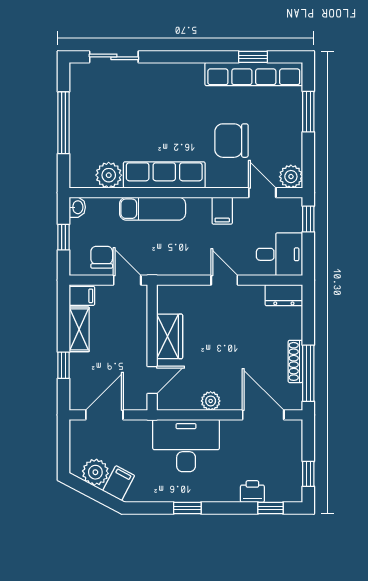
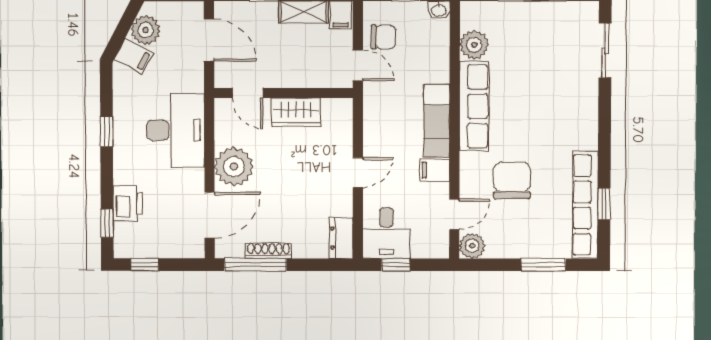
exam couch: (153, 209) -> (437, 121), moved
window: (308, 219) -> (396, 265), moved
door: (127, 280) -> (358, 65), hinge flipped
plant: (211, 401) -> (234, 166), width x1.87, depth x1.87
printer: (252, 492) -> (128, 203), width x1.36, depth x1.24

